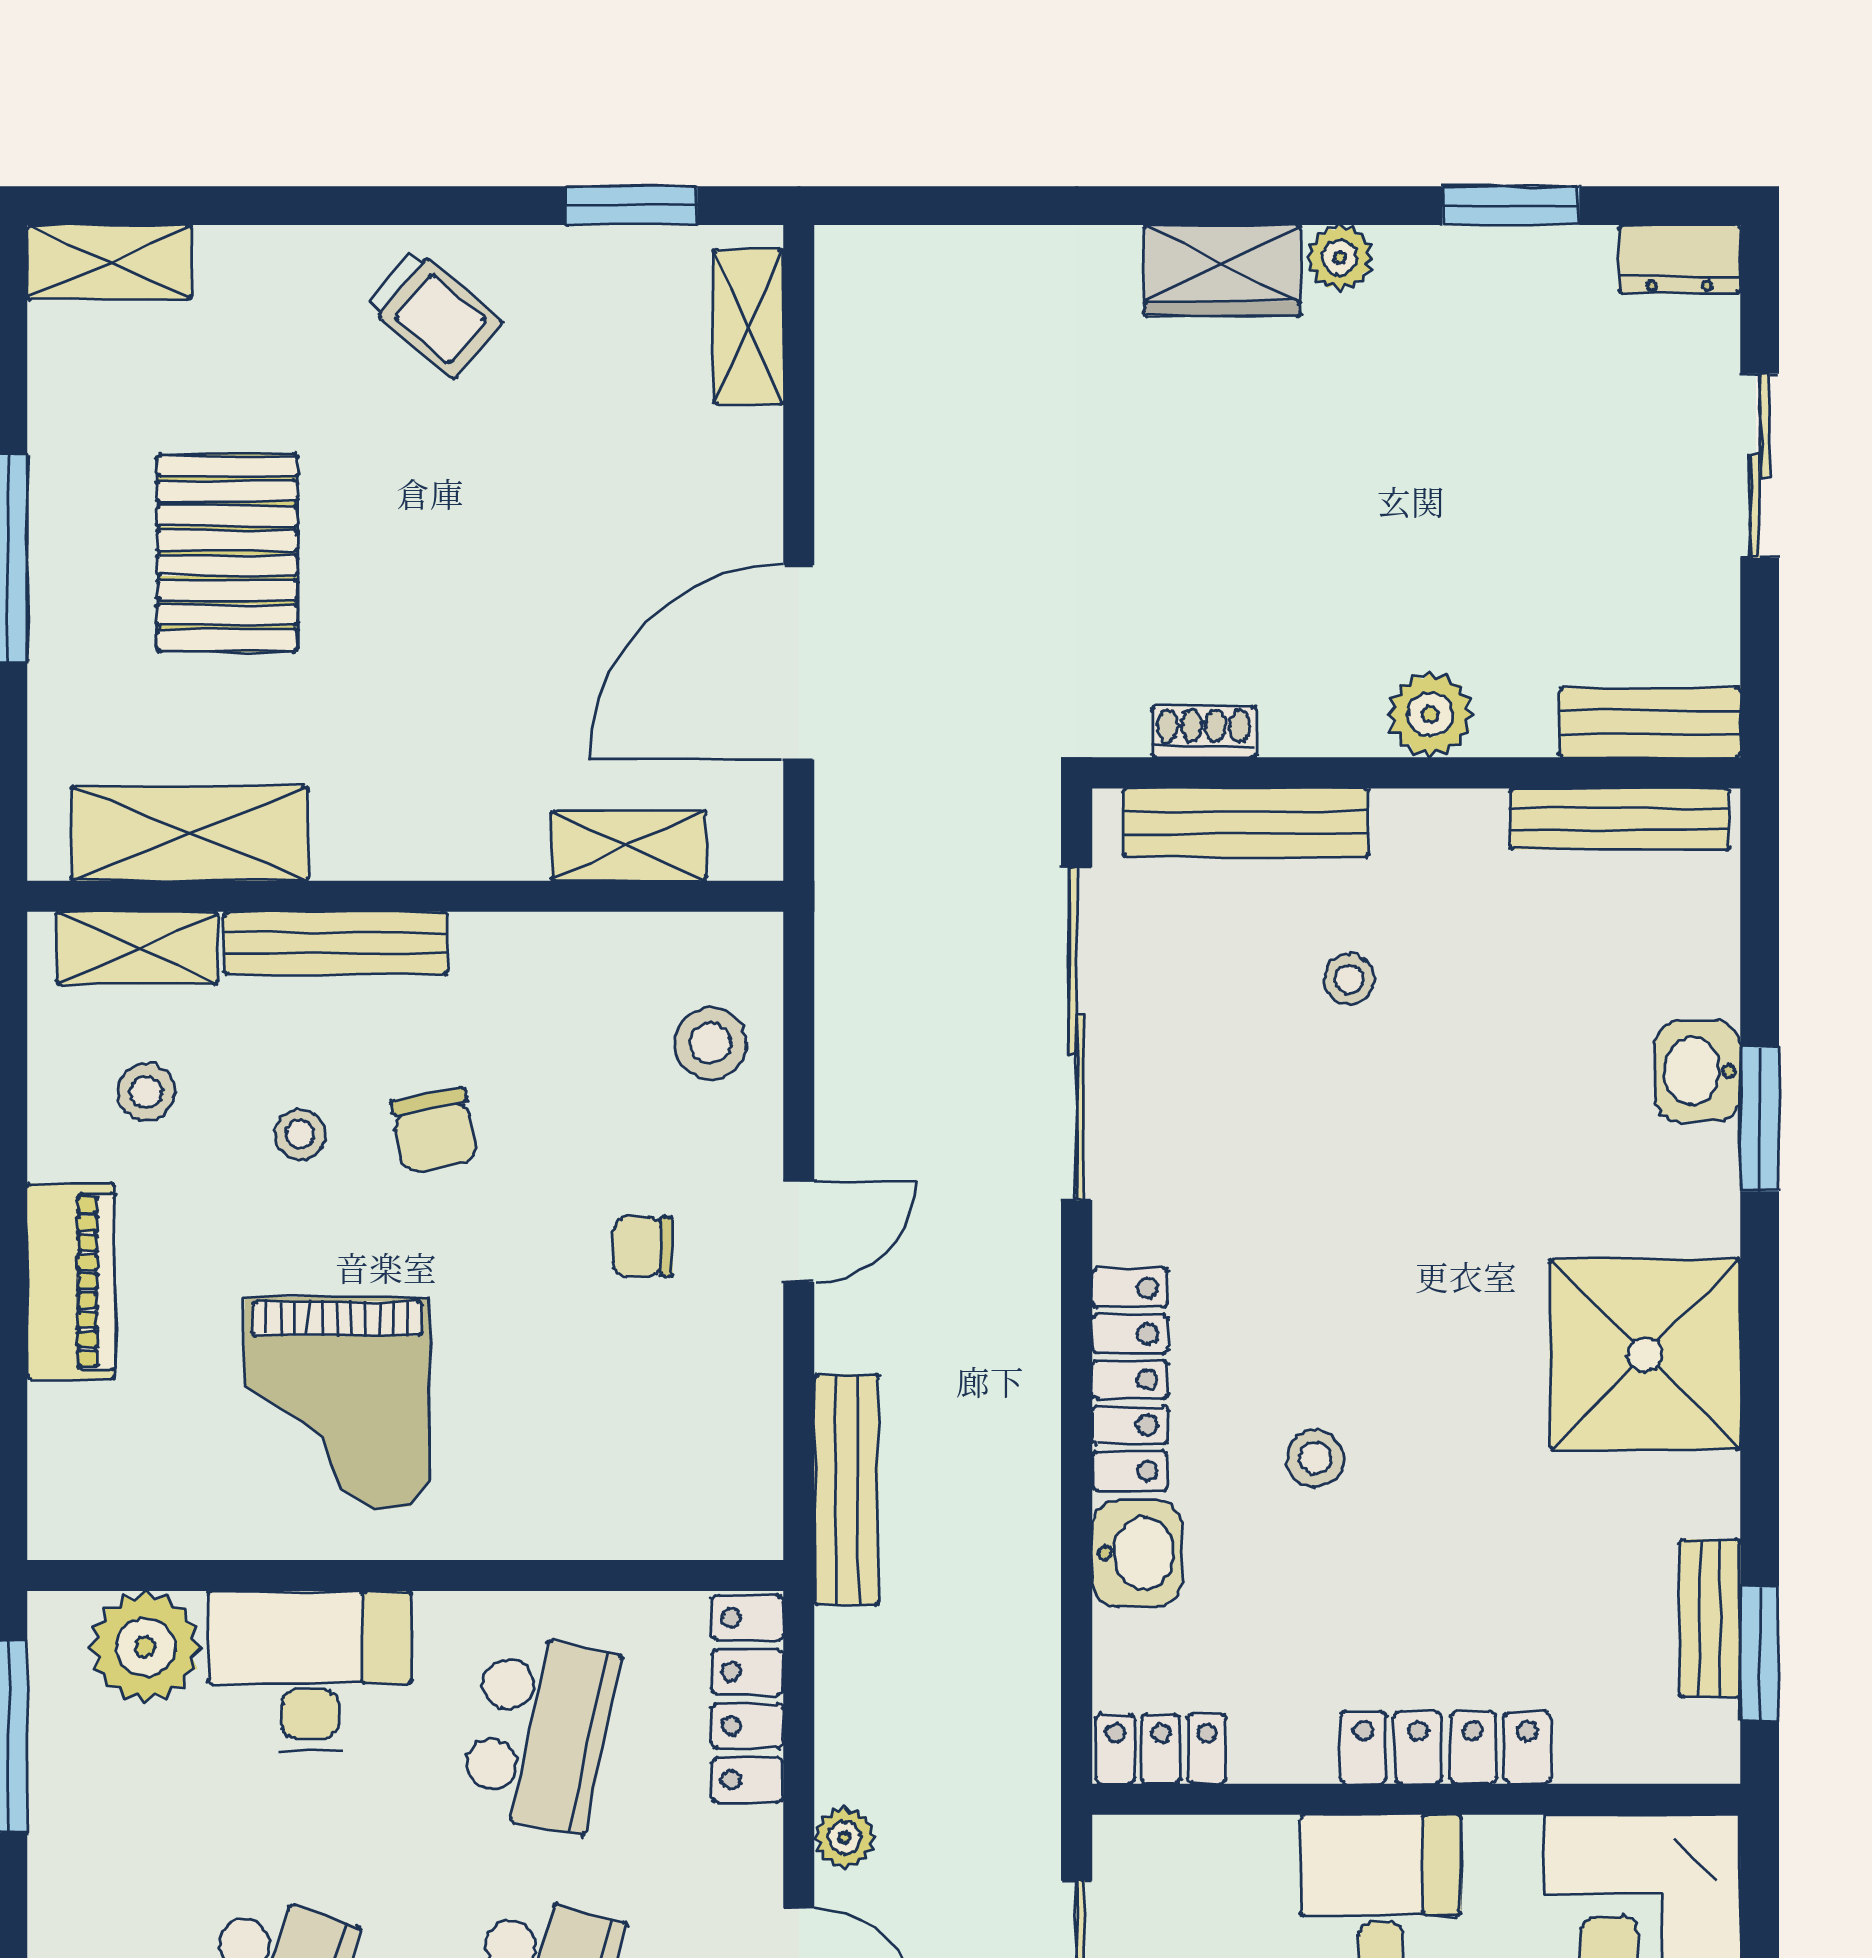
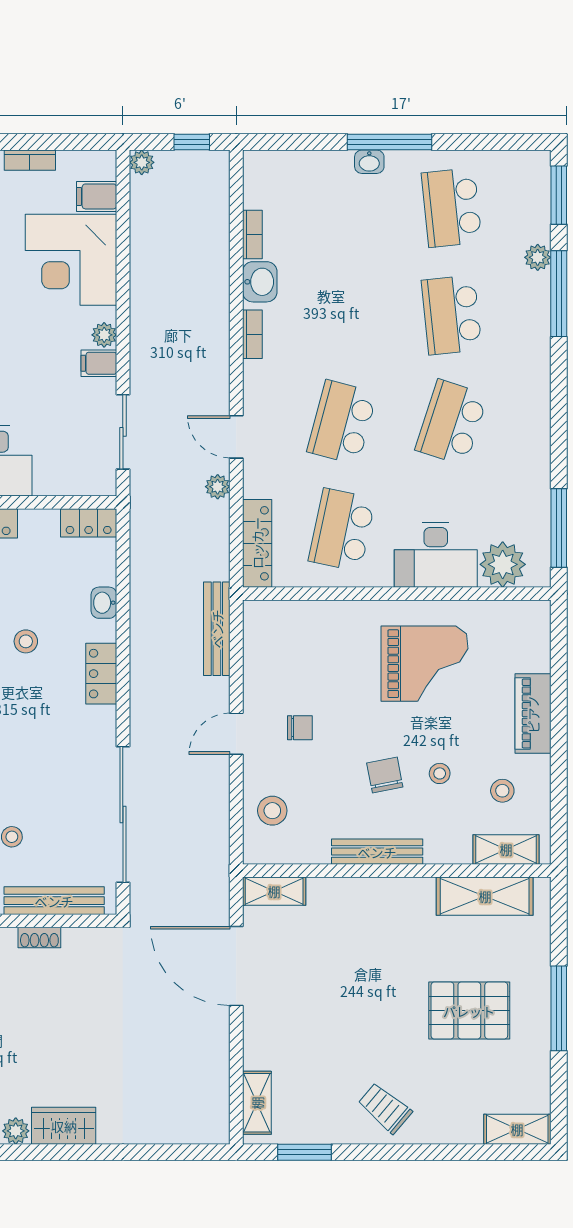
pallet: (227, 553) -> (469, 1011), turned 90
door: (799, 662) -> (236, 966), swing flipped
shoe rack: (1204, 732) -> (39, 938), moved
shelving: (629, 846) -> (274, 891), moved
bench: (336, 943) -> (377, 852), moved
locker: (1130, 1379) -> (101, 674), width x0.66
grand piano: (337, 1404) -> (425, 664), turned 90
washbasin: (1137, 1553) -> (104, 603), width x0.72, depth x0.69

